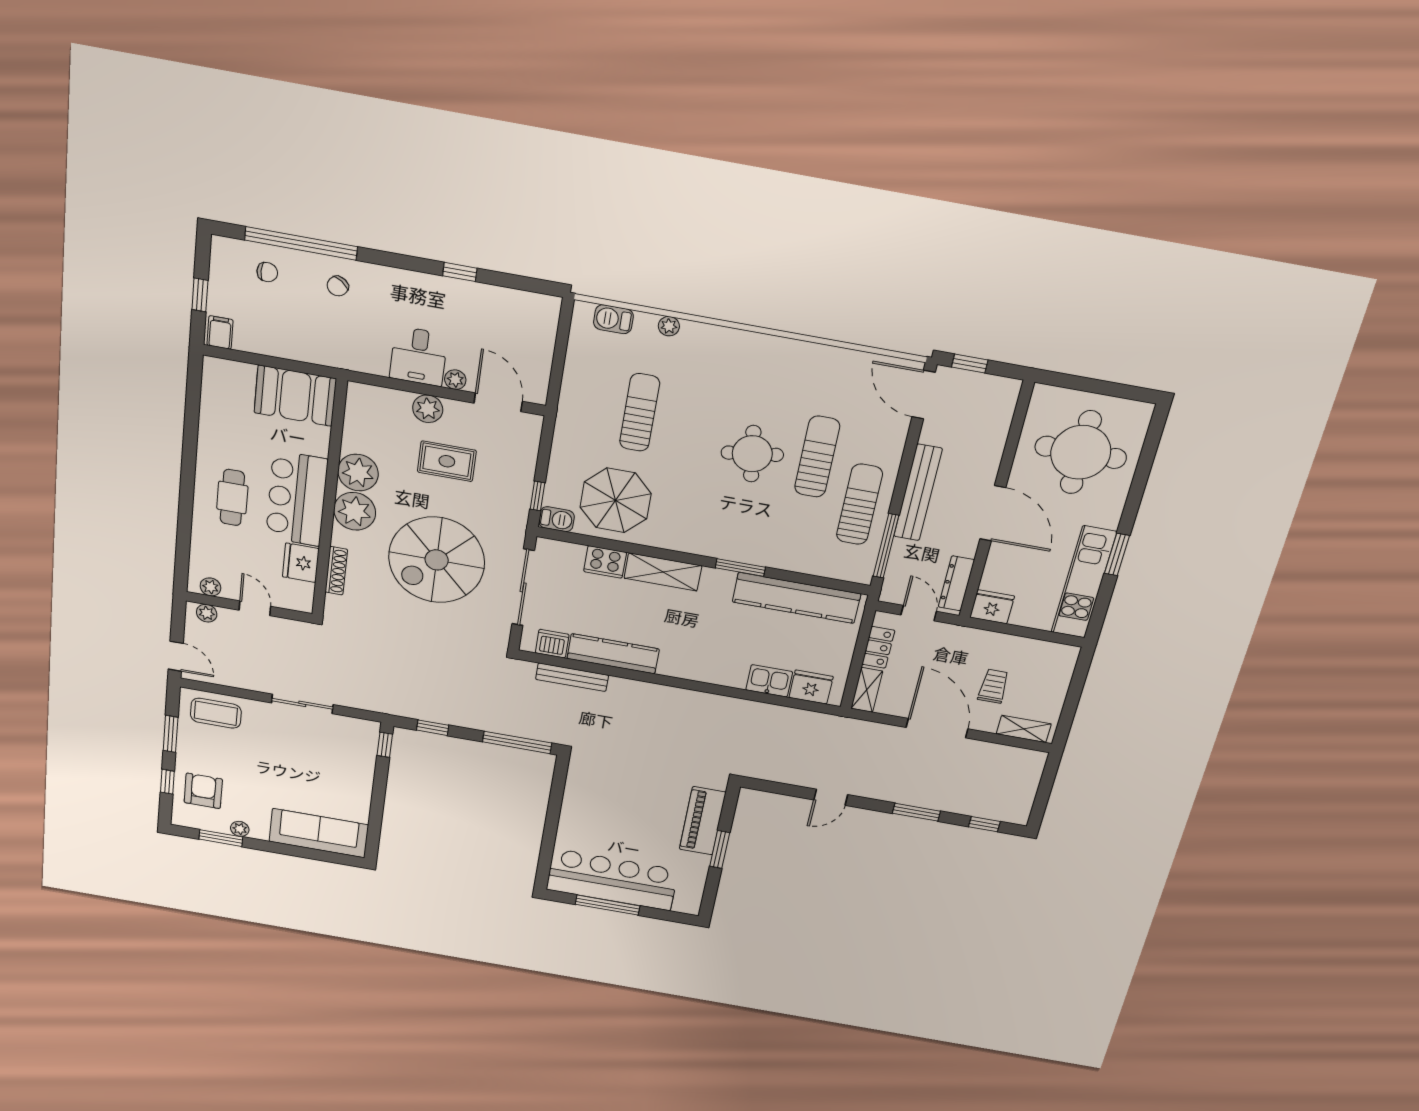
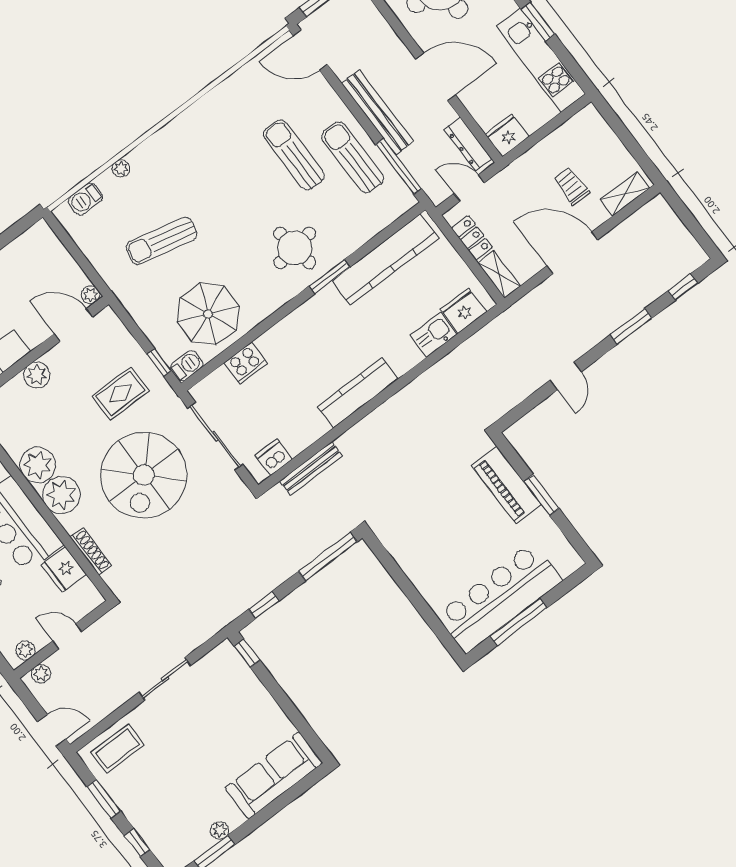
plant: (455, 380) -> (91, 295), moved
sun lounger: (640, 412) -> (162, 241), turned -77
round table: (752, 454) -> (295, 248), moved
rug: (447, 461) -> (120, 393), moved
shelving: (663, 572) -> (287, 331), removed
kitchen counter: (613, 654) -> (358, 393), moved
armchair: (203, 791) -> (167, 824), removed

